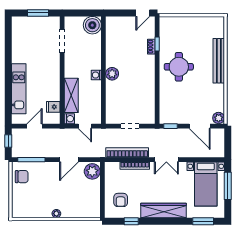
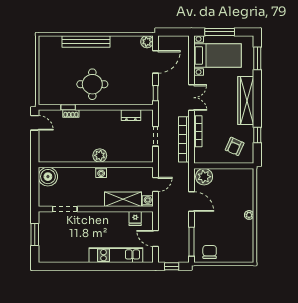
dresser: (150, 103) -> (131, 115), added
armchair: (121, 200) -> (235, 146), turned 114

